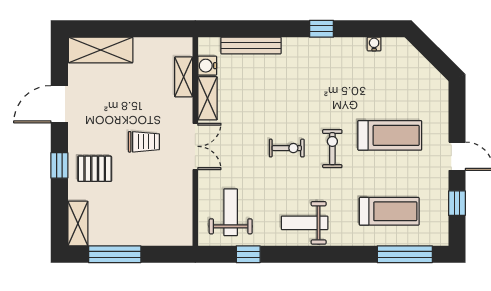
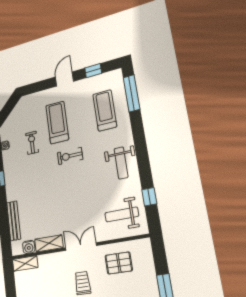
shelving: (184, 77) -> (25, 263), moved
exercise bike: (287, 148) -> (32, 143), moved
pallet: (164, 198) -> (119, 263), added

